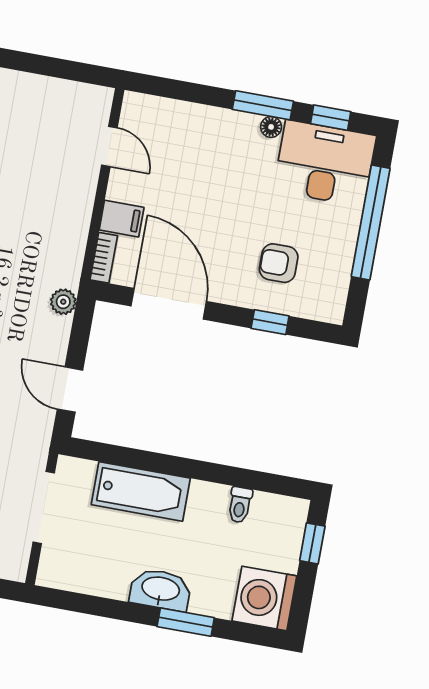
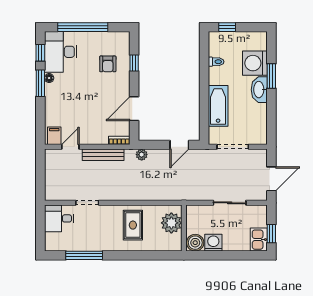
bench: (78, 216) -> (103, 155), added
filing cabinet: (122, 219) -> (54, 136), moved
door: (169, 304) -> (134, 109), width x0.73
washing machine: (264, 598) -> (255, 63), moved, turned 90

